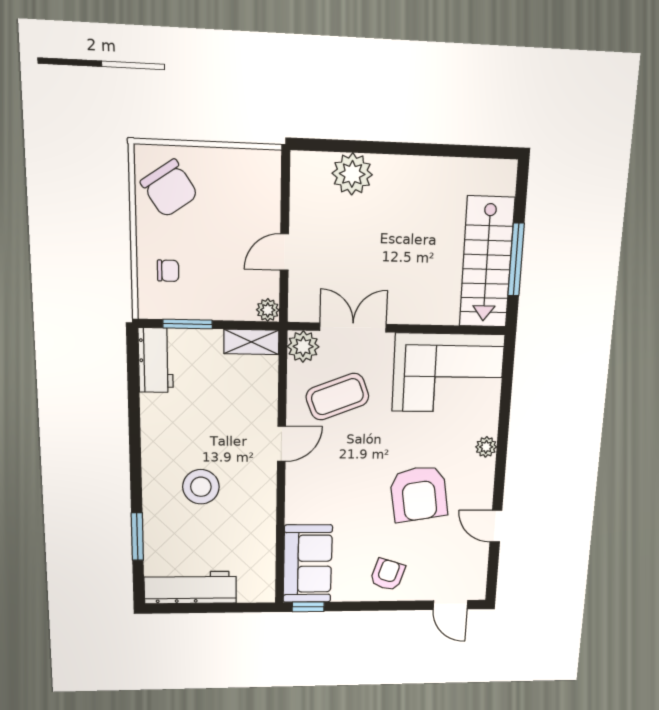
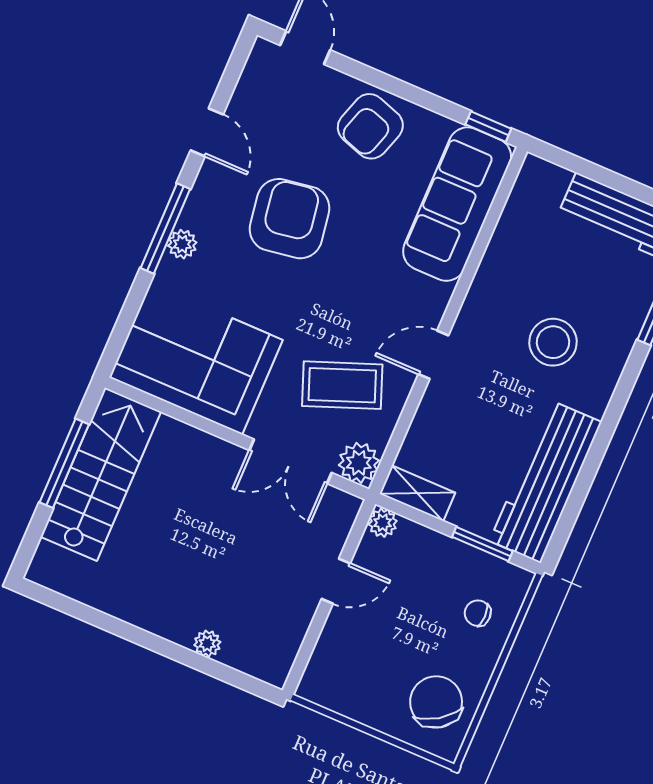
plant: (352, 174) -> (207, 644), width x0.53, depth x0.53
workbench: (156, 360) -> (546, 482), width x1.88, depth x1.32
window: (501, 453) -> (165, 229), added
sofa: (308, 564) -> (457, 204), width x1.36
armchair: (388, 575) -> (370, 126), width x1.38, depth x1.38

